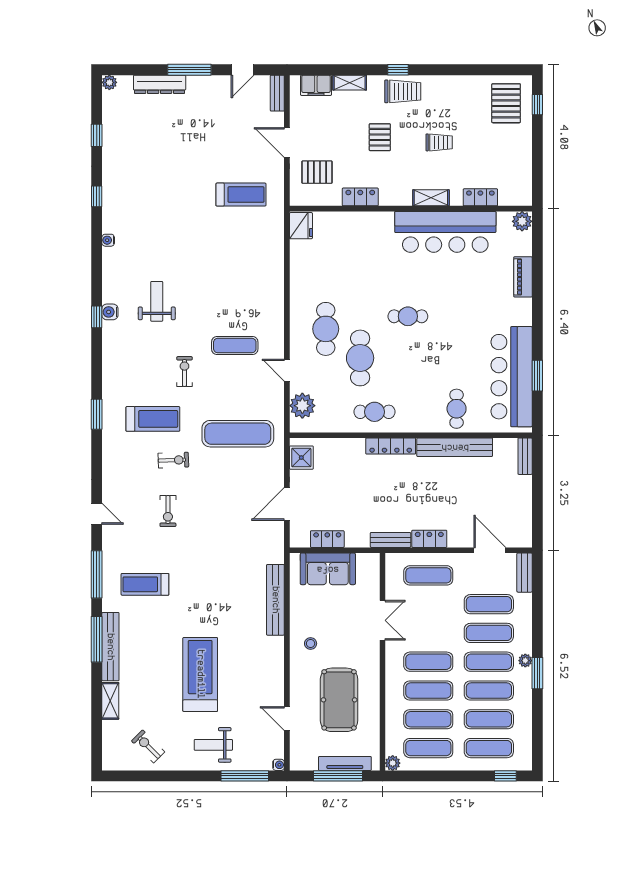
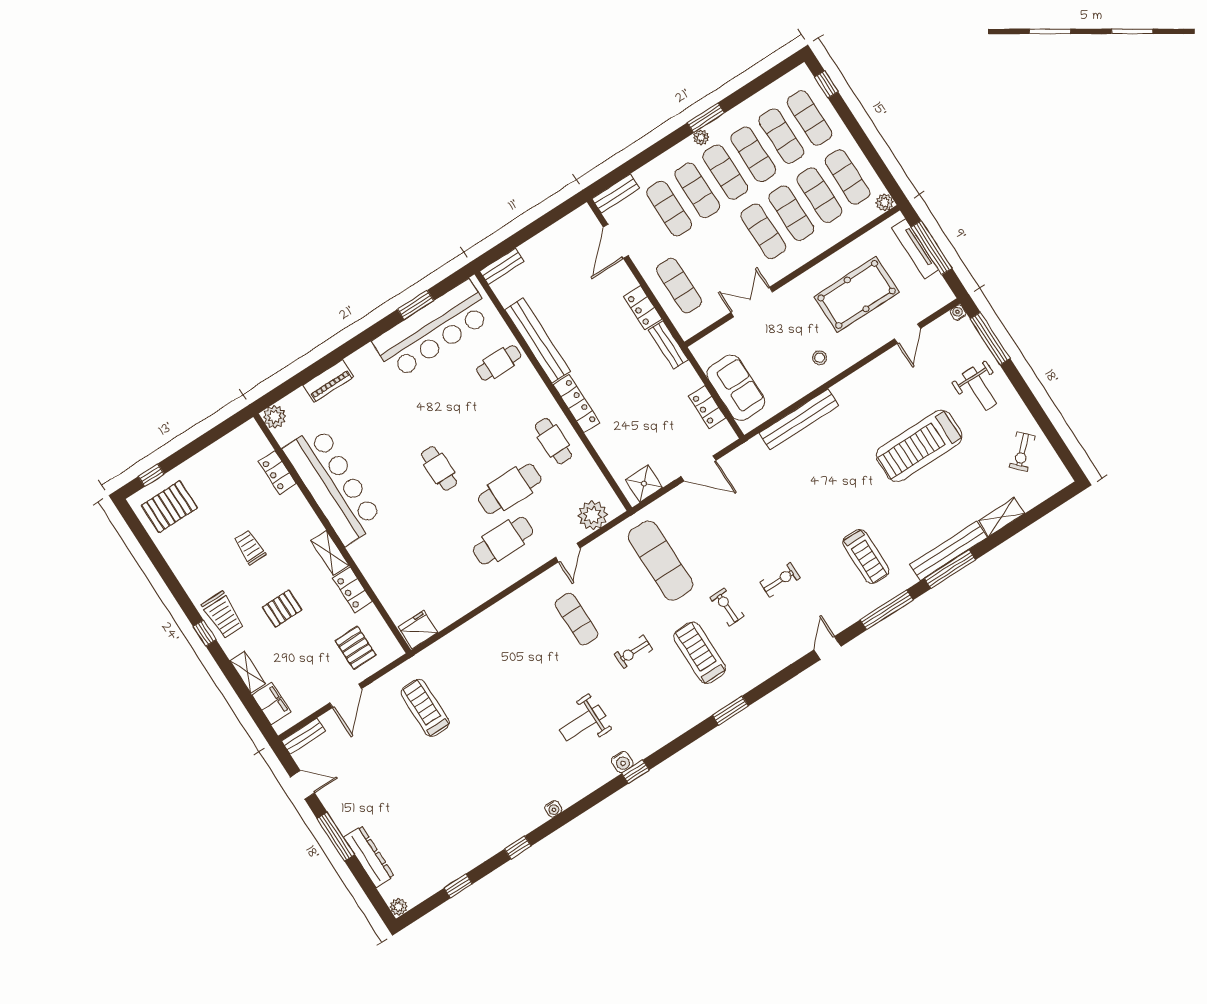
trolley: (403, 91) -> (223, 615), turned 180
shelving: (431, 198) -> (330, 553), moved

